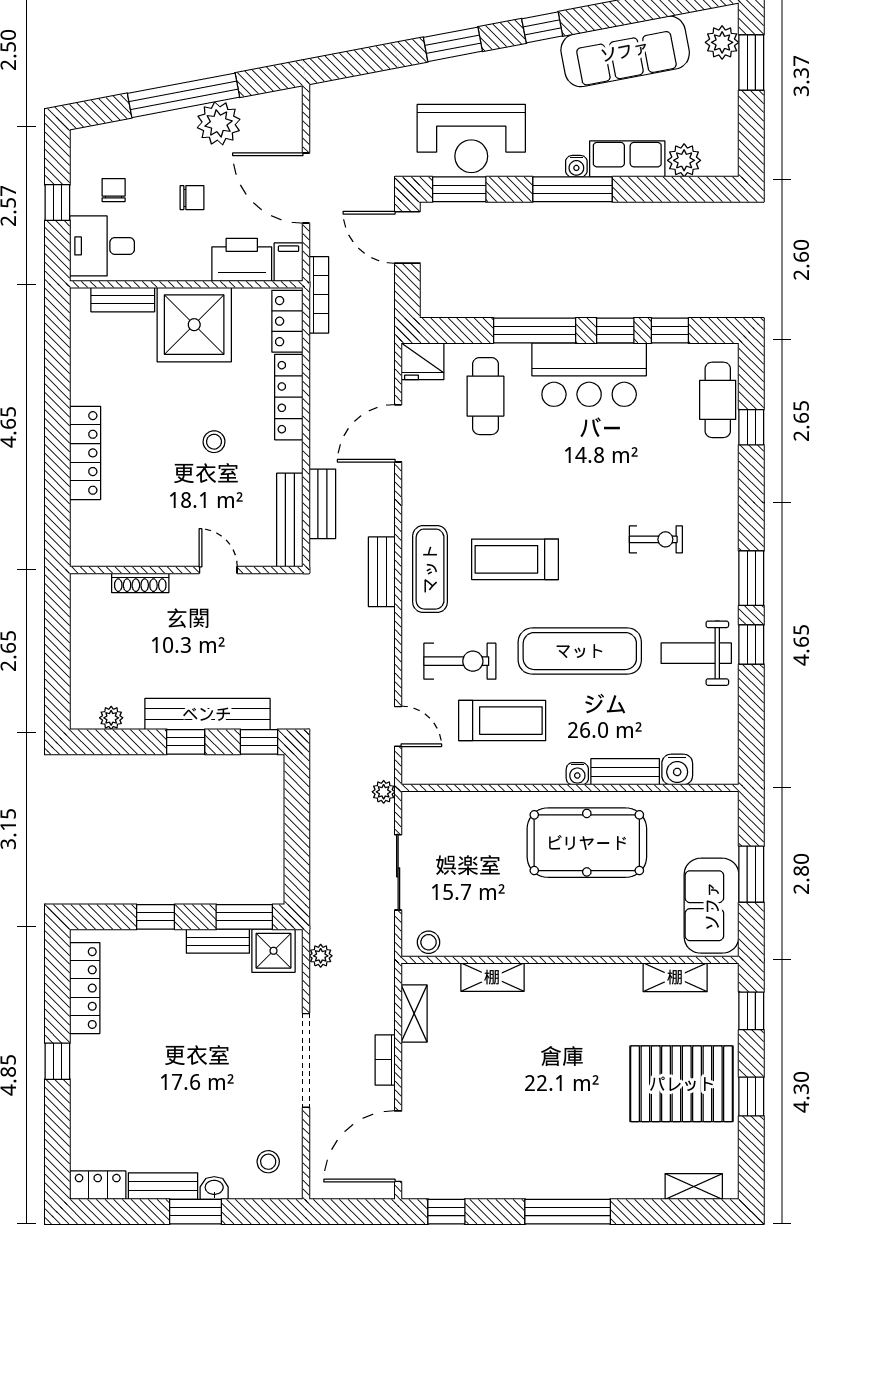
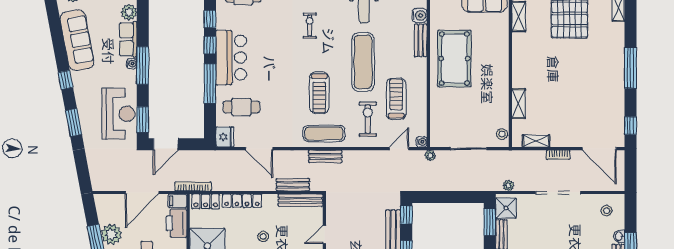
water cooler: (577, 774) -> (422, 142), moved

